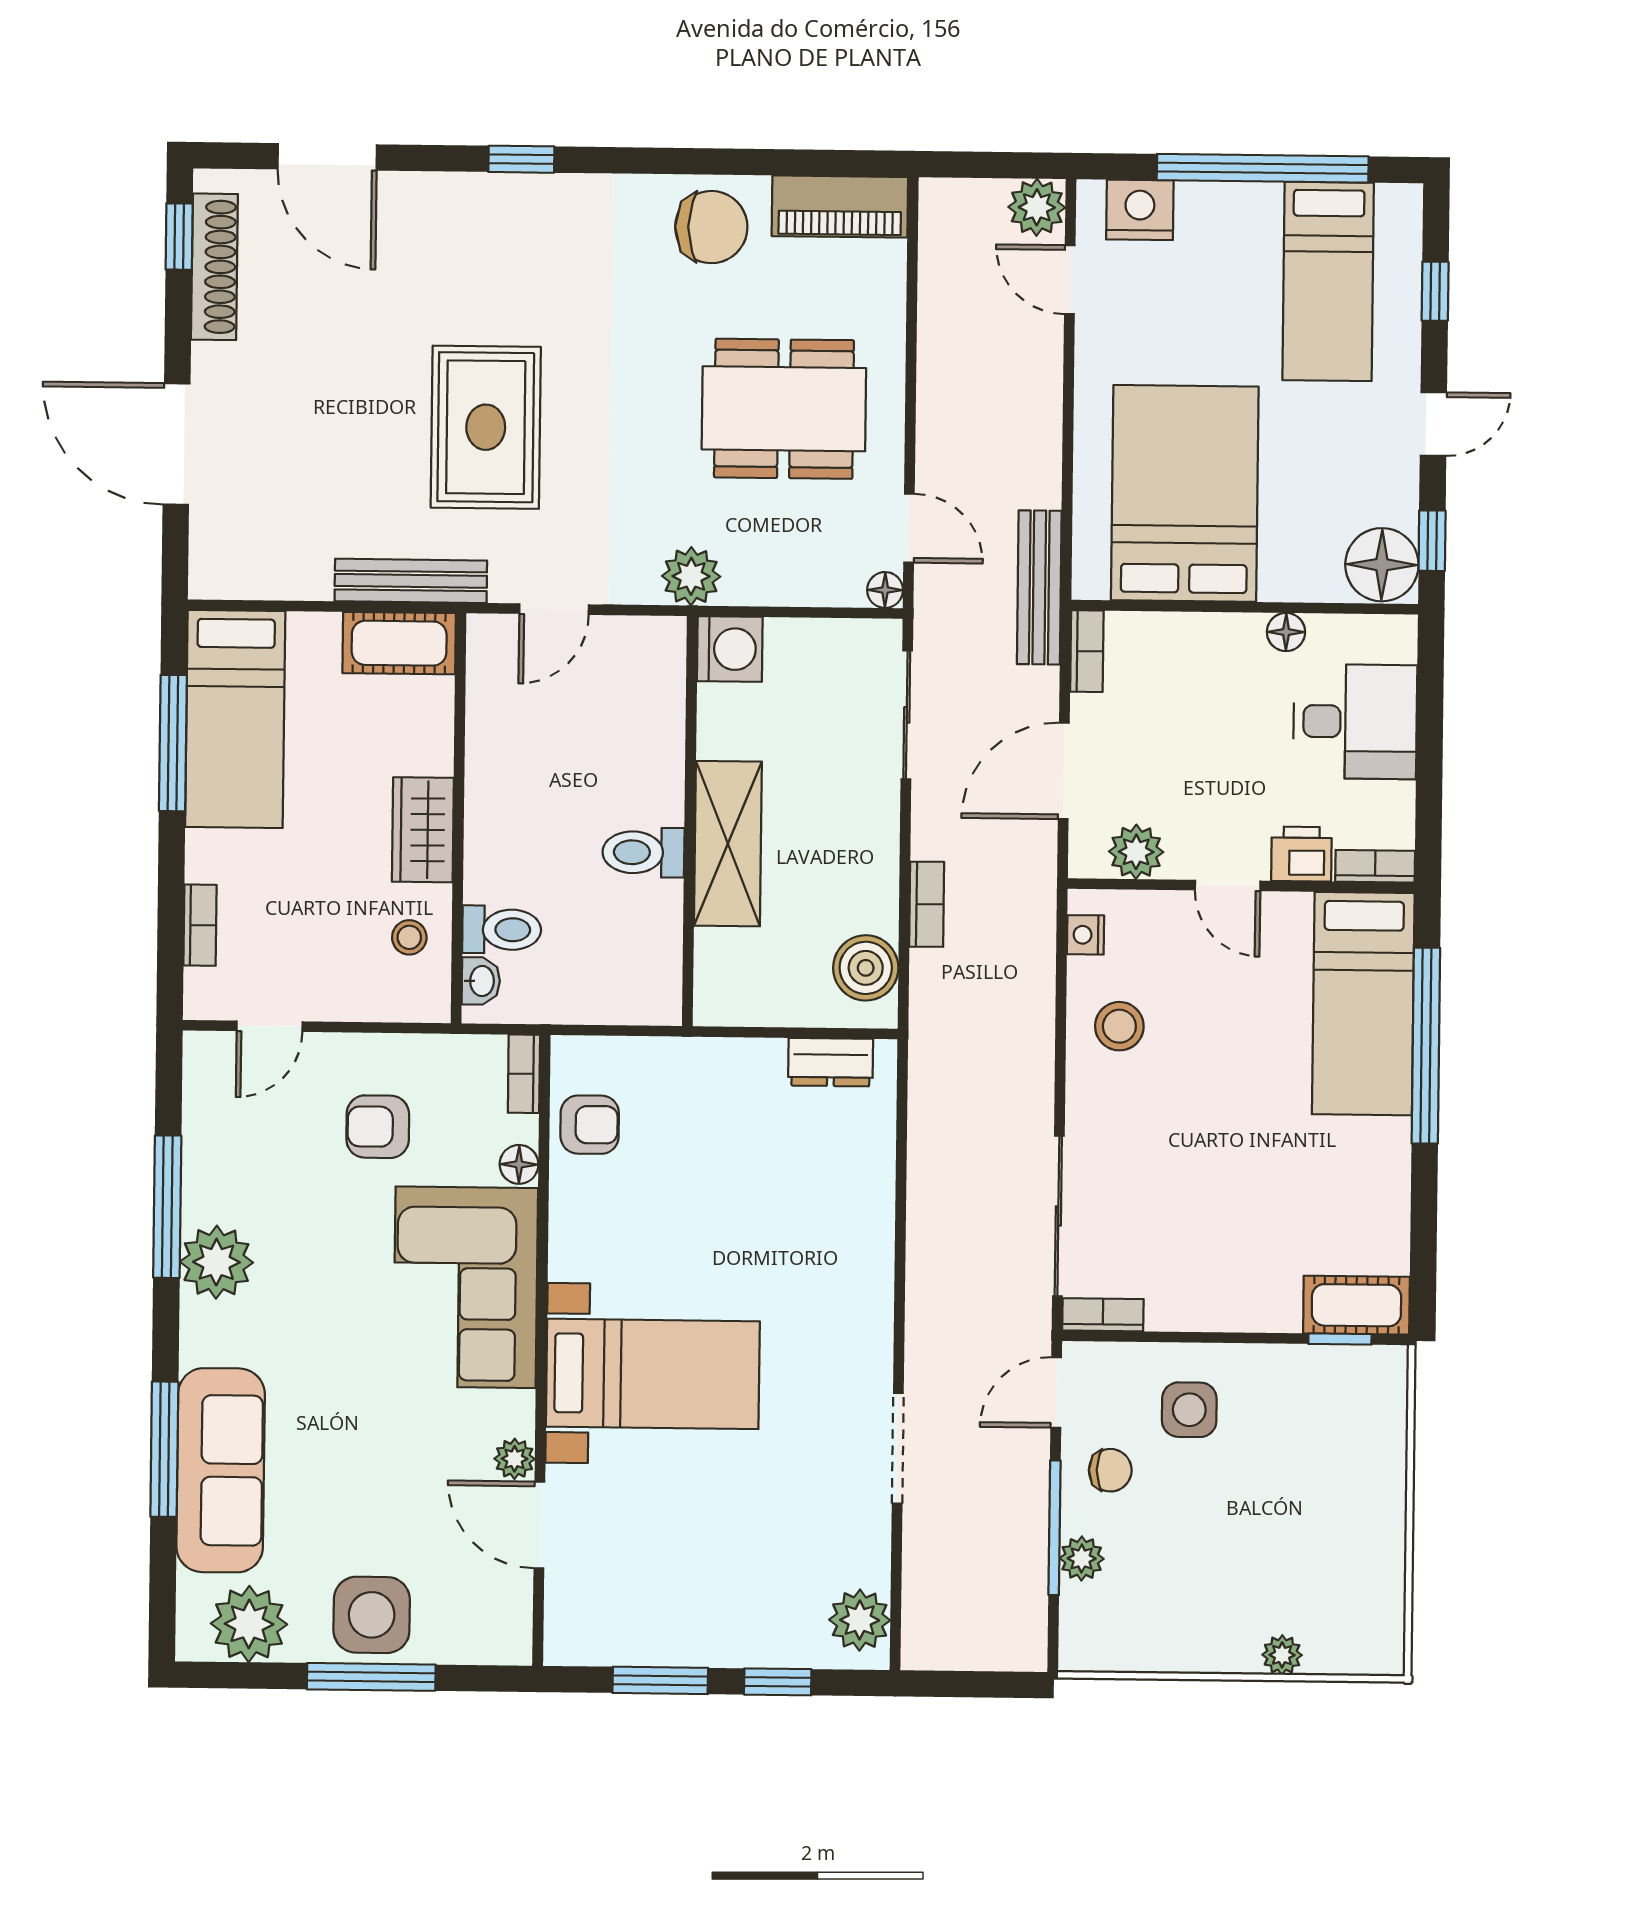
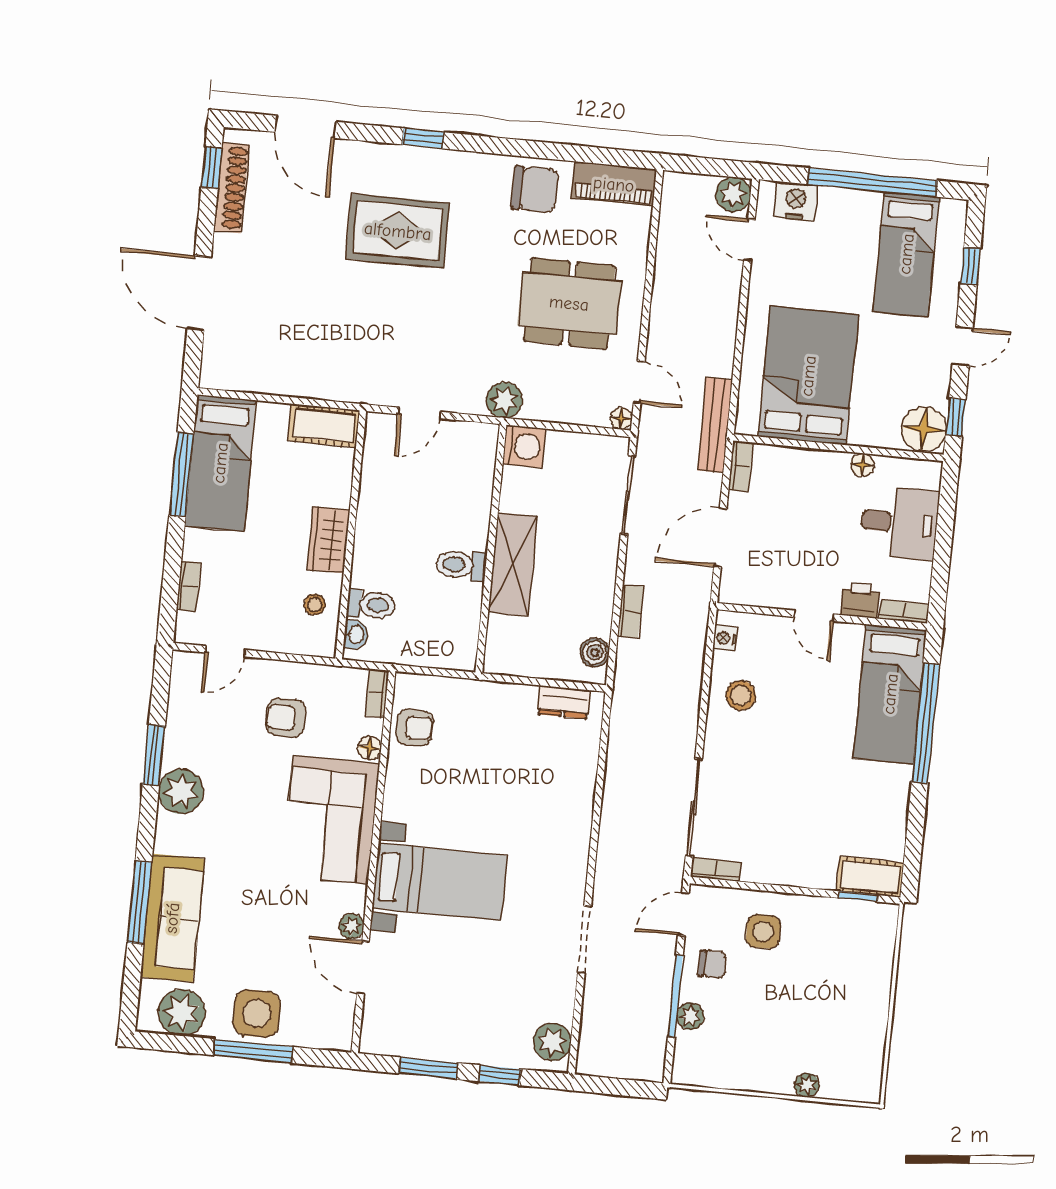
rug: (486, 427) -> (398, 231), moved, turned 90
bench: (411, 581) -> (334, 388), removed
plant: (1136, 852) -> (760, 590), removed
boiler: (866, 968) -> (595, 653), width x0.73, depth x0.73
window: (167, 1207) -> (154, 755), width x0.69

